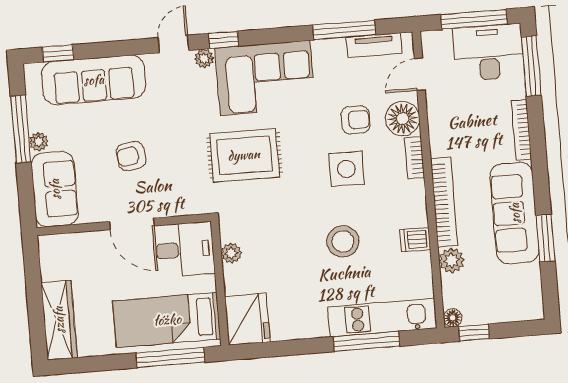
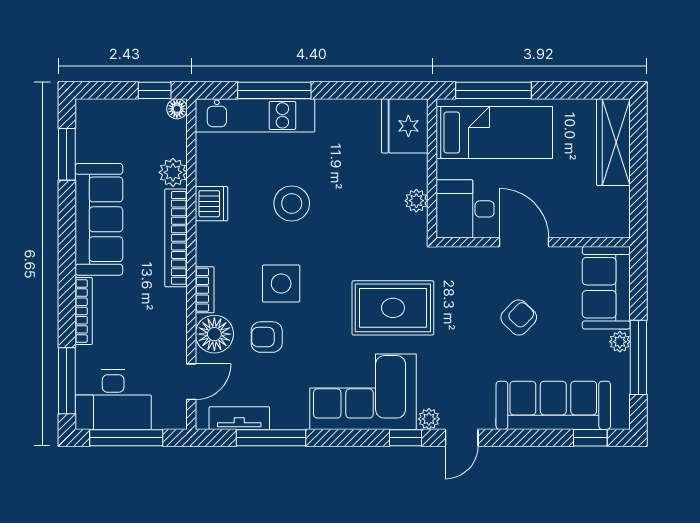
armchair: (131, 156) -> (519, 317), turned -37
window: (545, 238) -> (67, 154), moved
dishwasher: (415, 240) -> (212, 204), width x1.38

